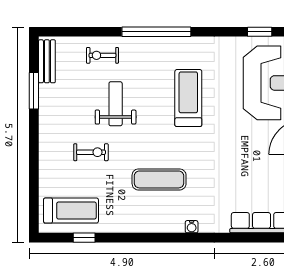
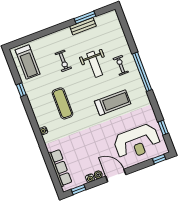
exercise bike: (102, 55) -> (121, 65), moved
bench: (47, 61) -> (83, 26), moved
weight bench: (116, 104) -> (95, 64), turned 90
window: (84, 238) -> (21, 90), moved

